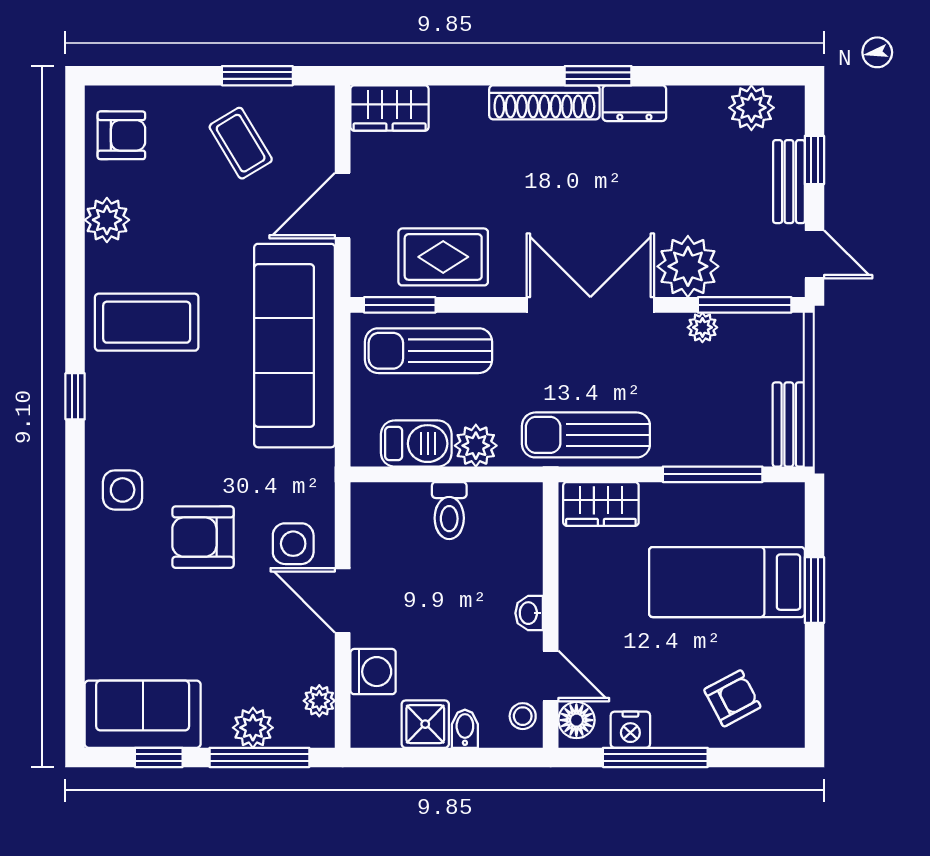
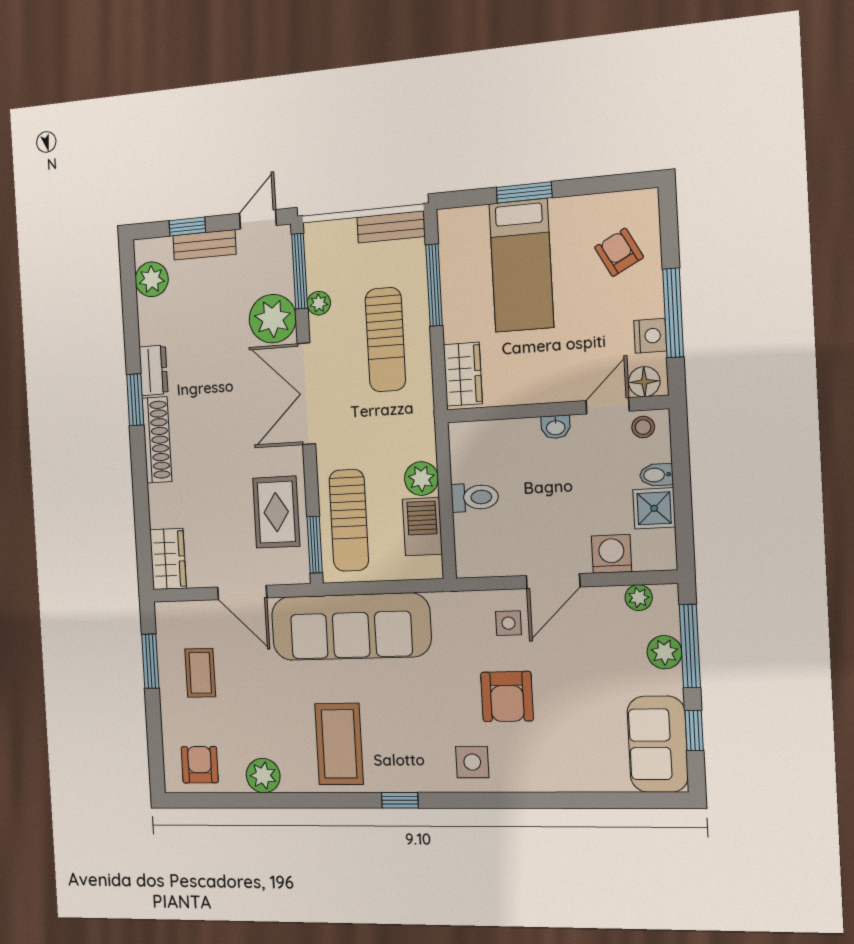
coffee table: (241, 143) -> (200, 673), turned -59
sun lounger: (586, 435) -> (385, 340), moved
side table: (293, 544) -> (508, 623), width x0.73, depth x0.73

